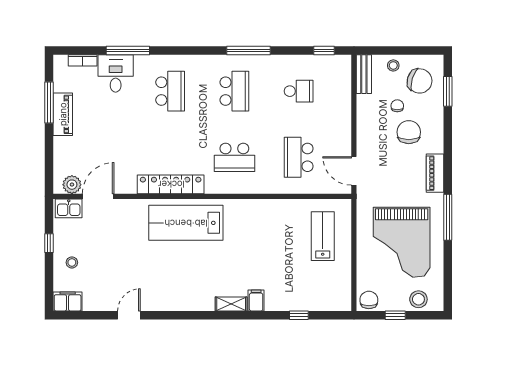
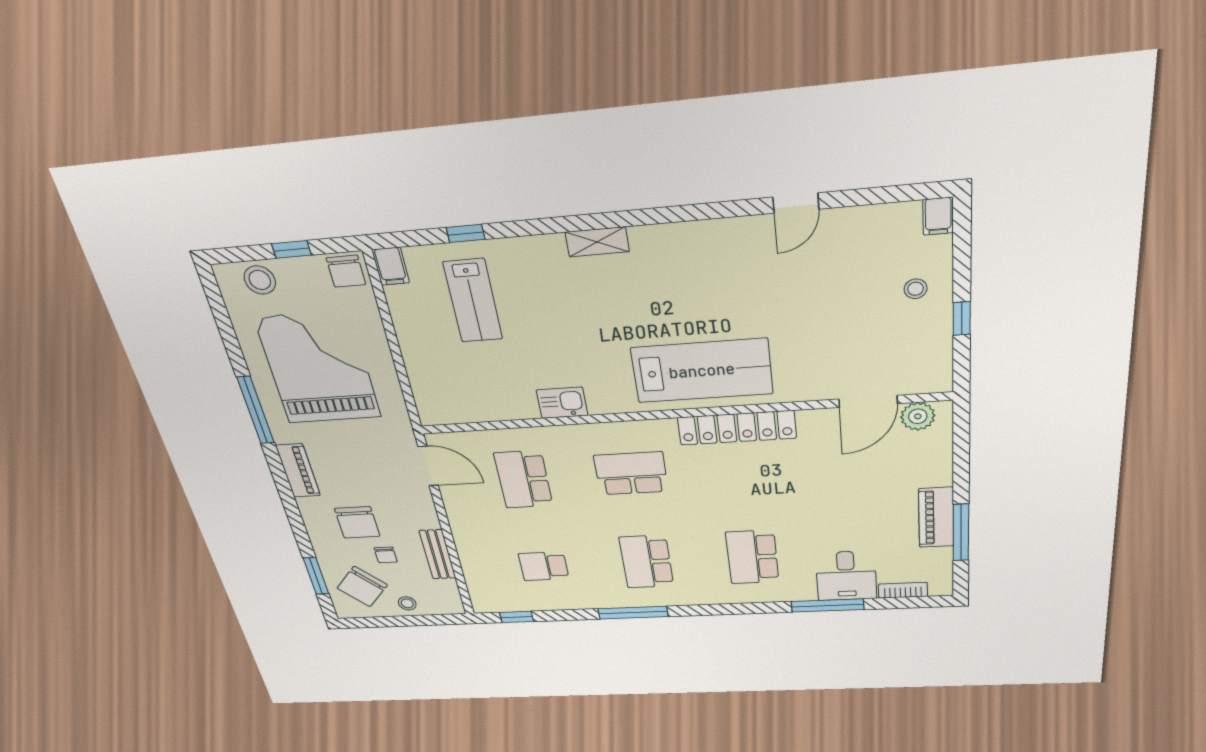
bench: (364, 74) -> (438, 554), moved
chair: (420, 81) -> (362, 587), turned -64
school desk: (299, 157) -> (523, 479), turned 180
kitchen sink: (69, 208) -> (562, 403), moved
lab bench: (323, 236) -> (473, 301), moved
filing cabinet: (68, 301) -> (938, 216), width x0.50
filing cabinet: (256, 301) -> (391, 266), moved

